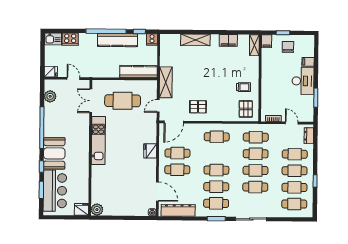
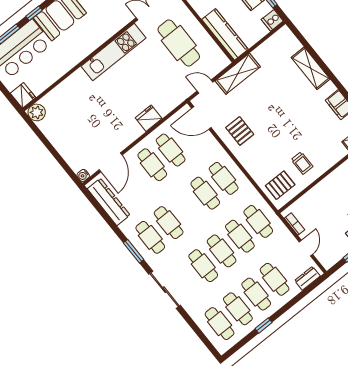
cafe table: (216, 170) -> (205, 193), moved

